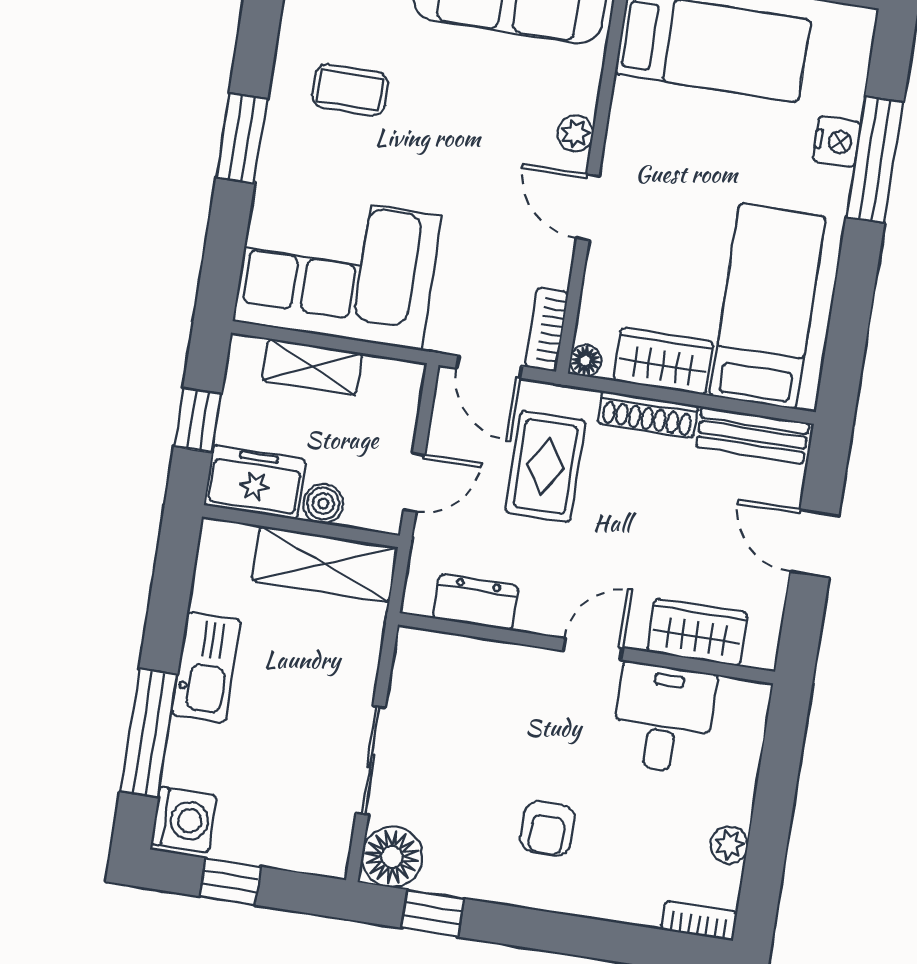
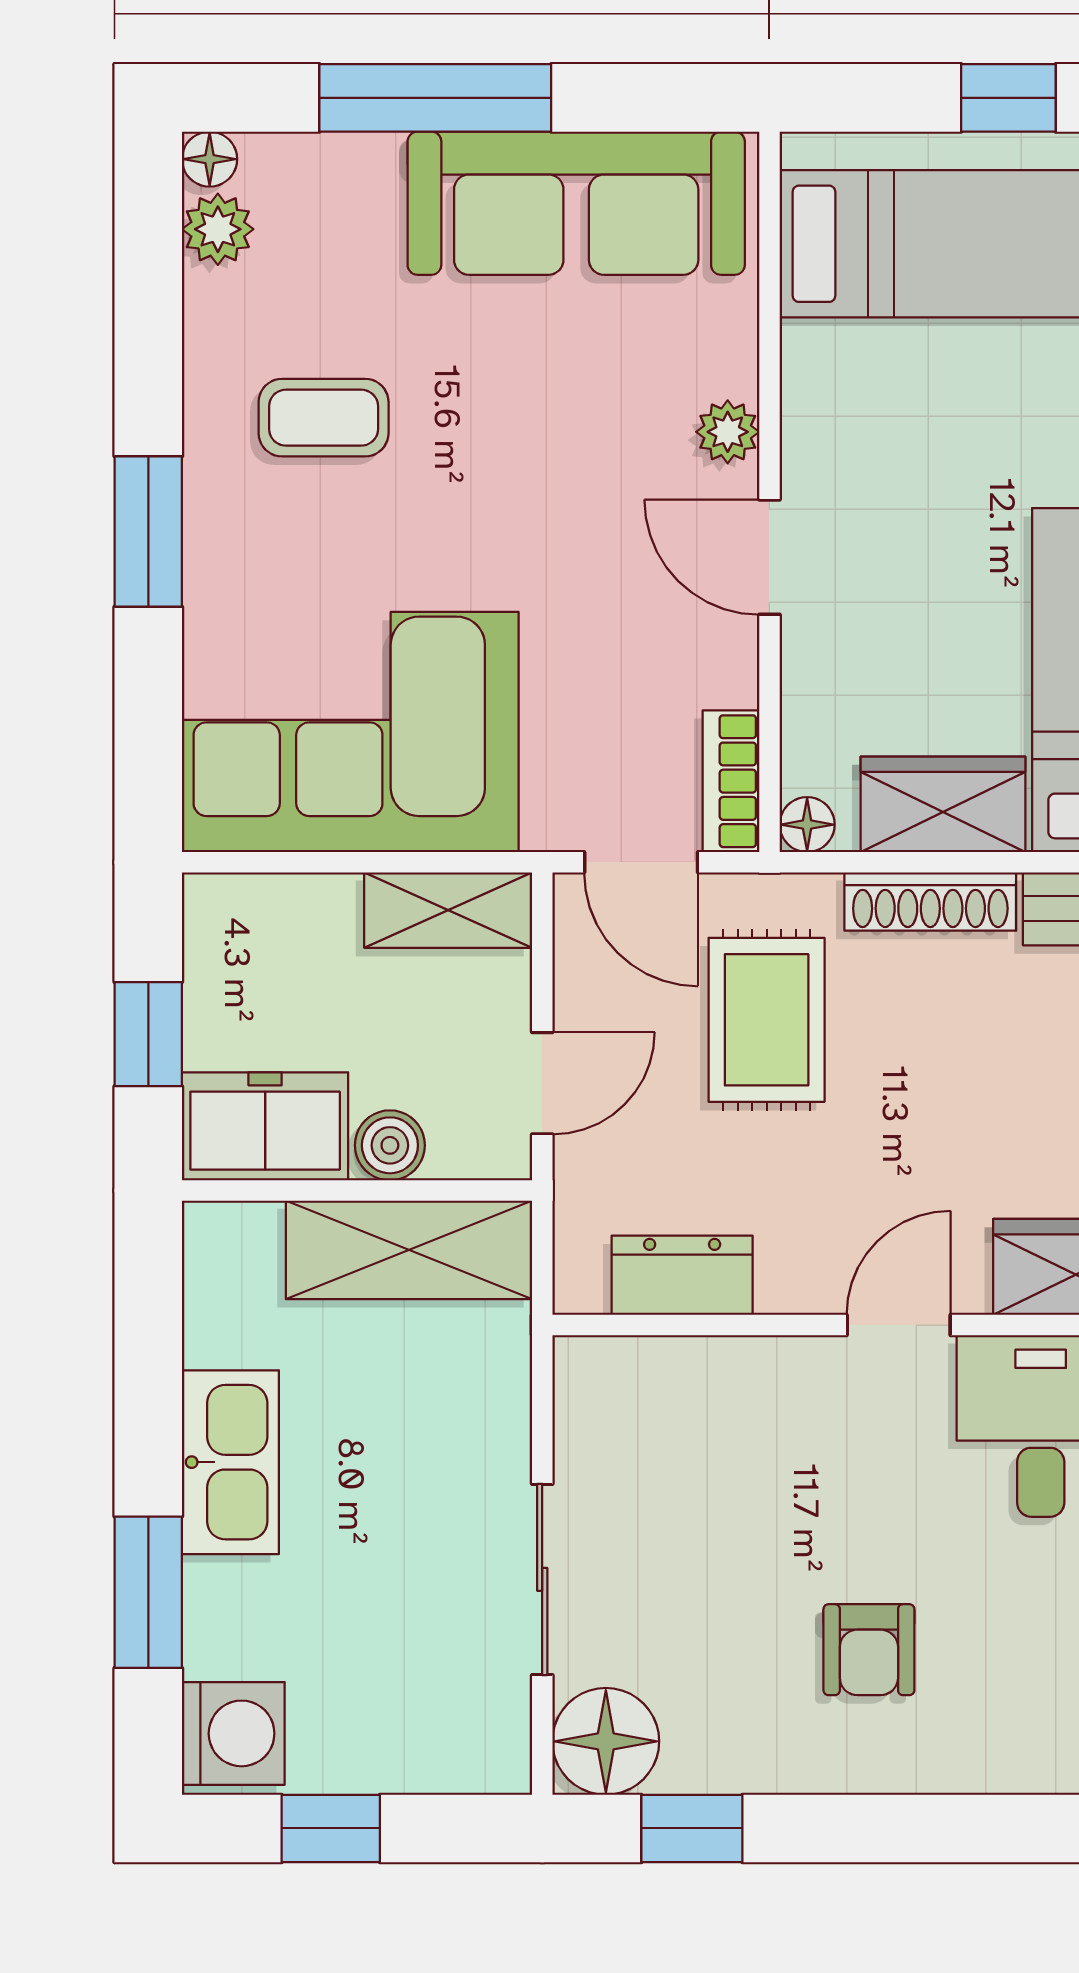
shelving: (312, 367) -> (448, 910), moved
window: (149, 733) -> (148, 1592), width x0.69

